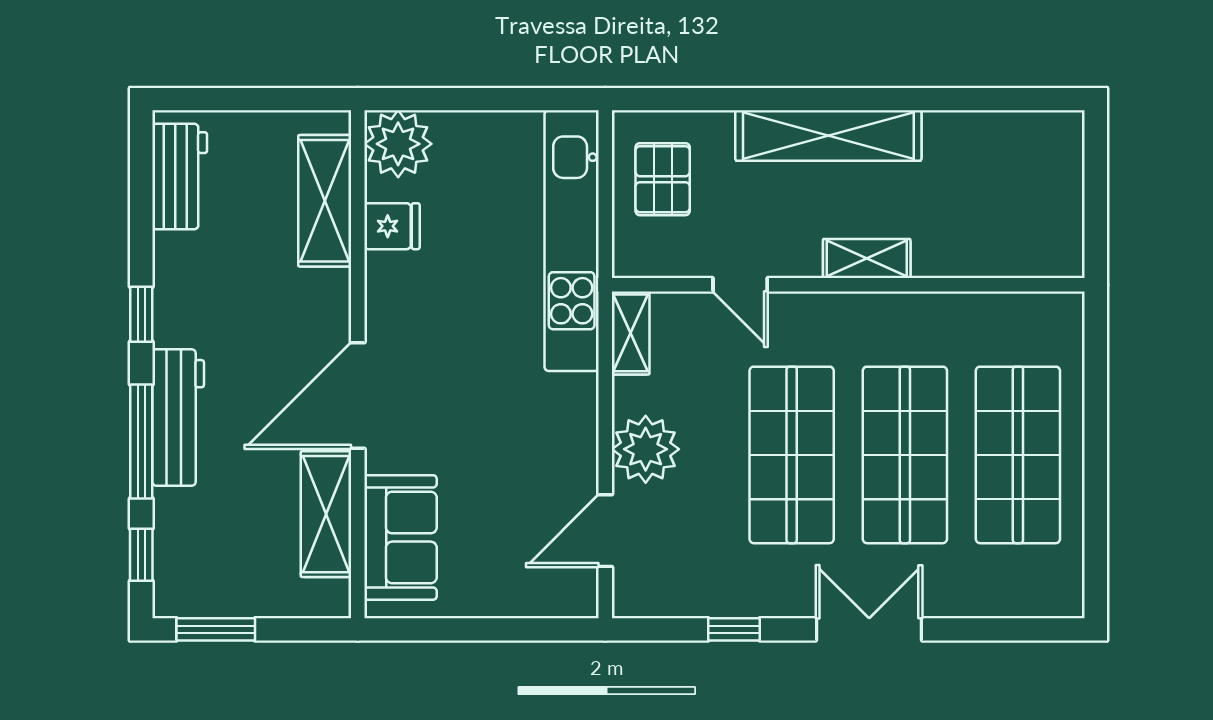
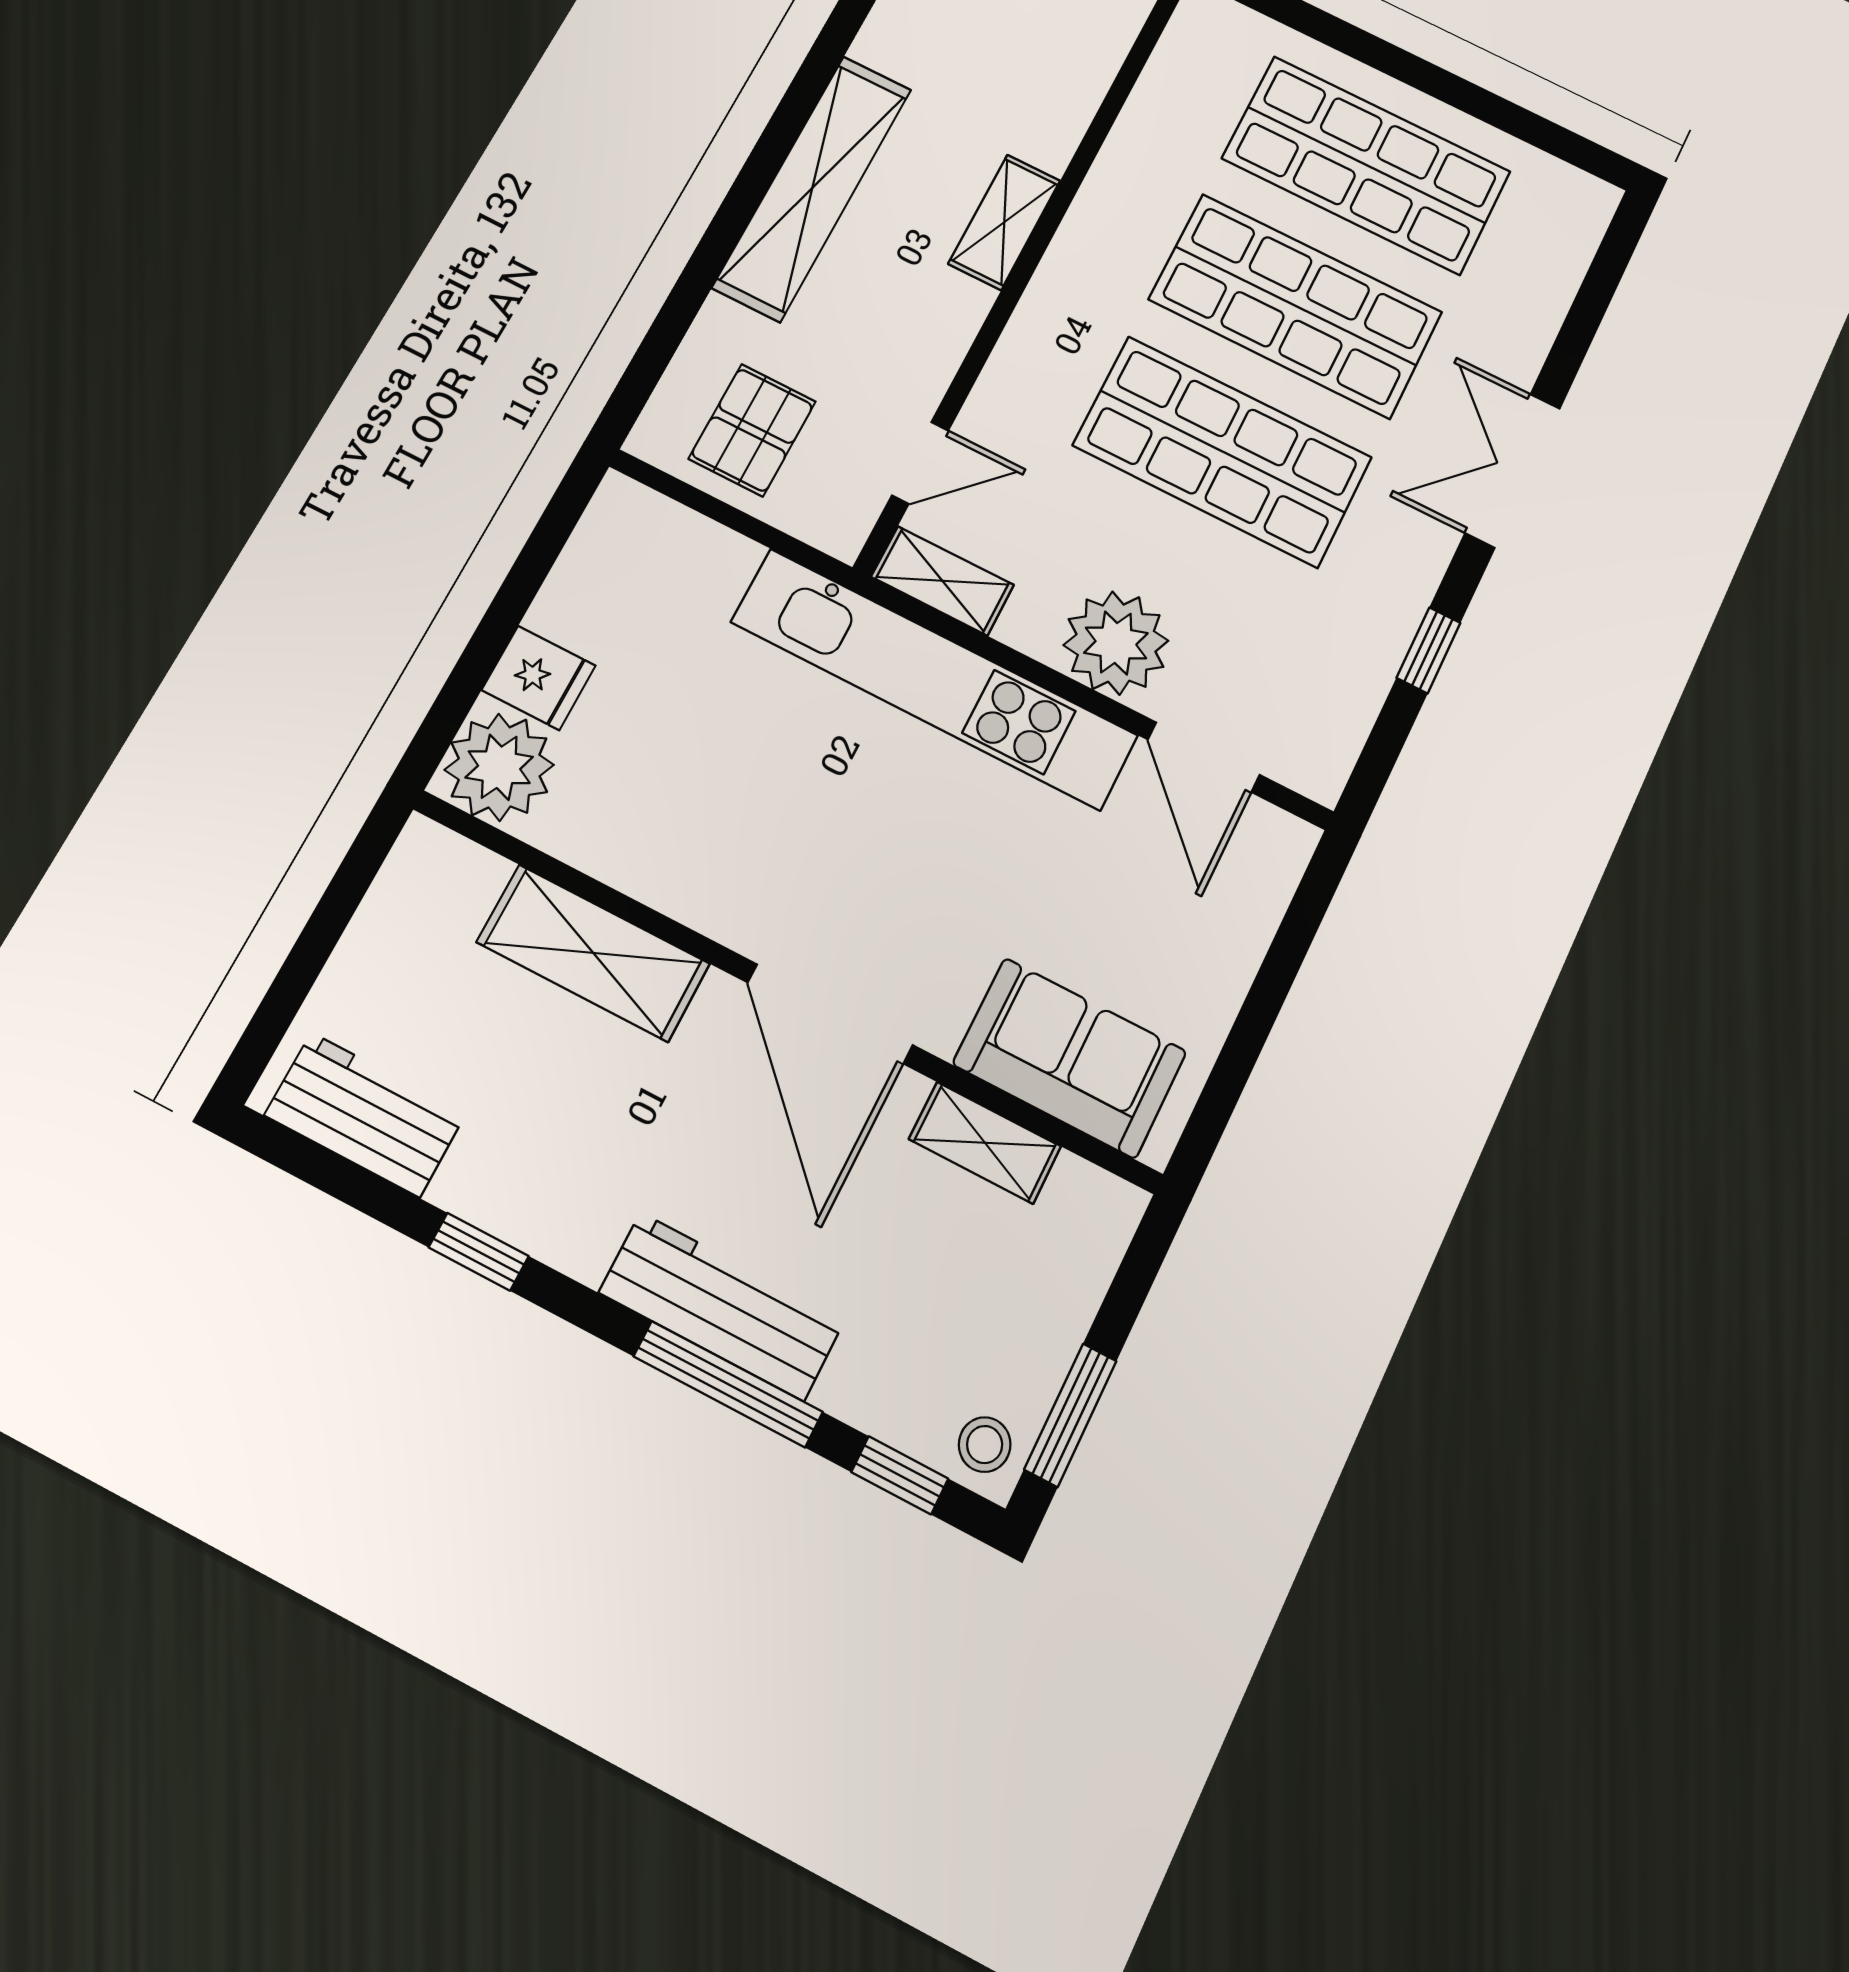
pallet: (663, 179) -> (752, 430), turned 90
shelving: (325, 201) -> (593, 953), moved
fridge: (392, 226) -> (539, 678), moved, turned 90
kitchen unit: (572, 241) -> (934, 679), moved
door: (740, 285) -> (920, 463), moved
window: (141, 314) -> (479, 1252), moved
shelving: (326, 514) -> (985, 1143), width x0.67, depth x0.75
stool: (179, 591) -> (985, 1445), added

